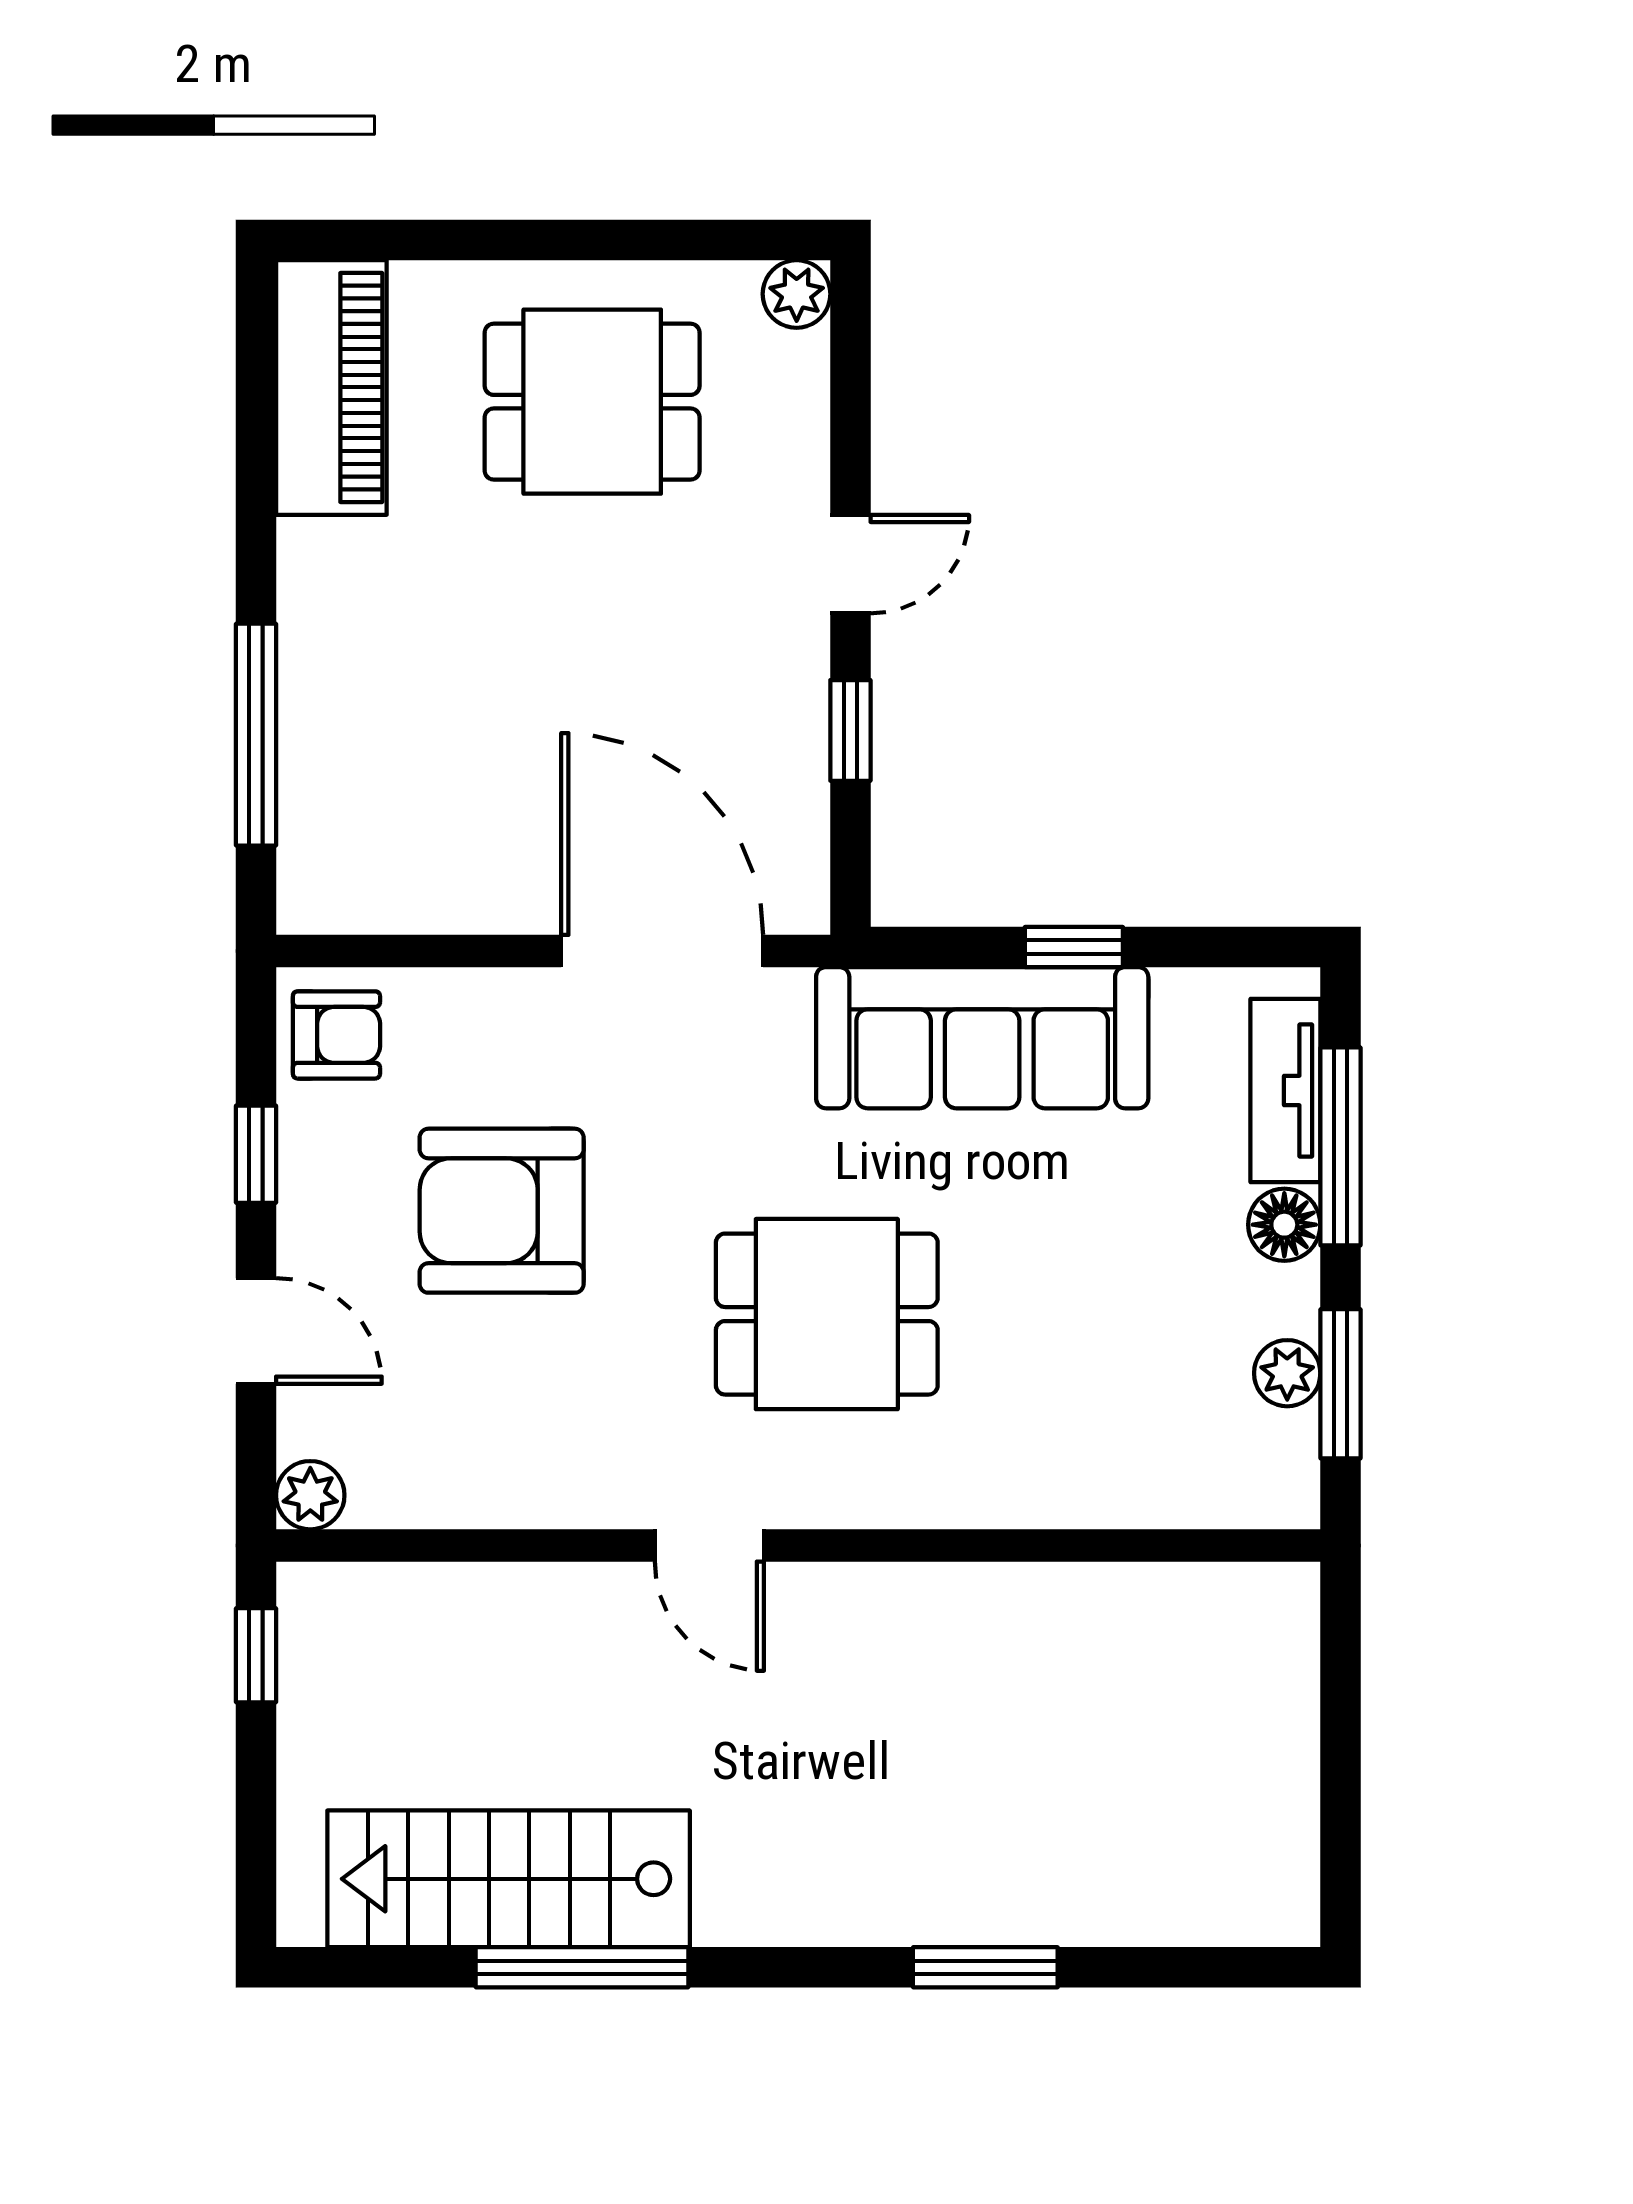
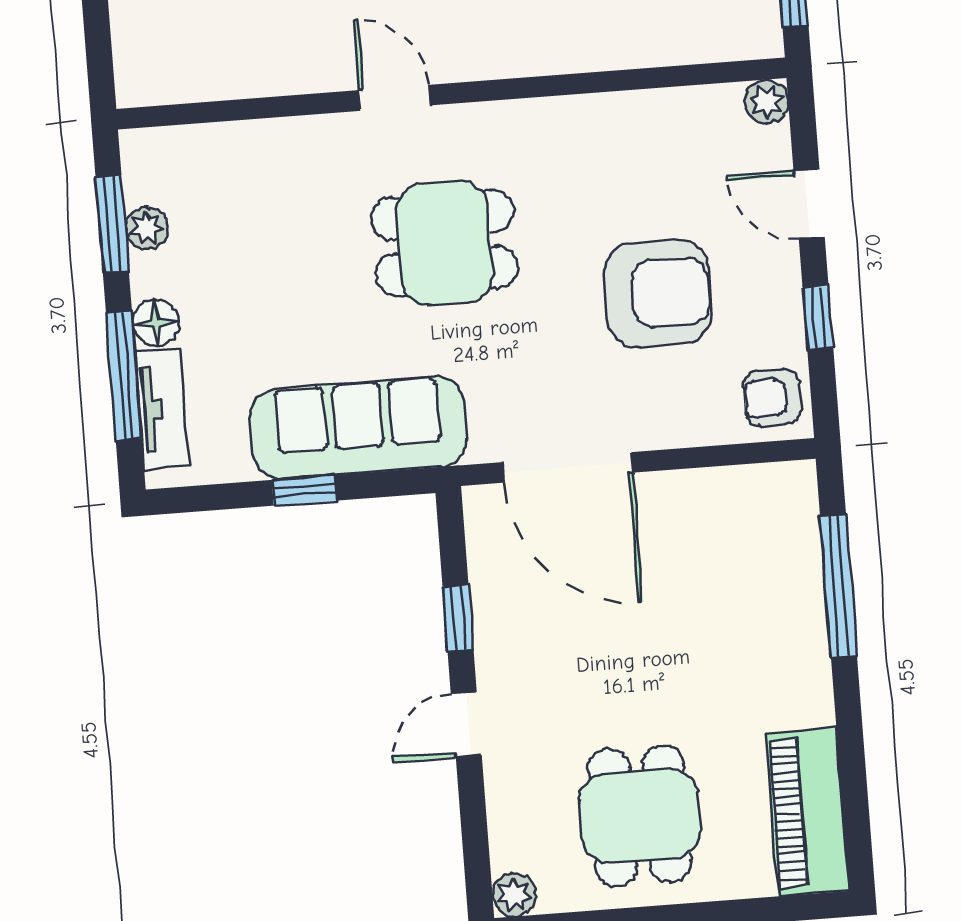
dining table: (592, 402) -> (640, 816), turned 90
door: (709, 1545) -> (394, 98), moved

